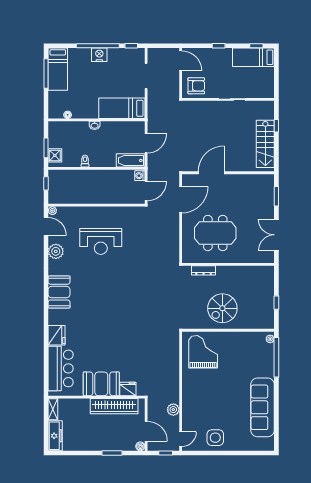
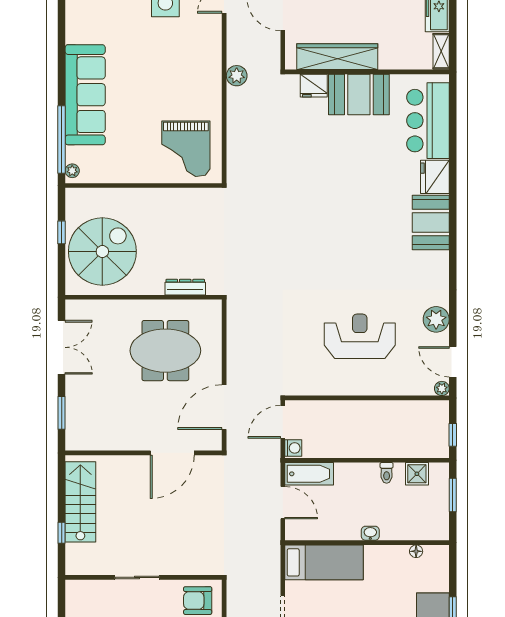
door: (146, 143) -> (283, 503), swing flipped
shower: (55, 155) -> (417, 474), moved
booth: (59, 292) -> (431, 222), moved
spiral stairs: (222, 308) -> (102, 252), moved, width x1.37, depth x1.37
sofa: (262, 407) -> (85, 95), moved
plant: (173, 410) -> (237, 76), moved

